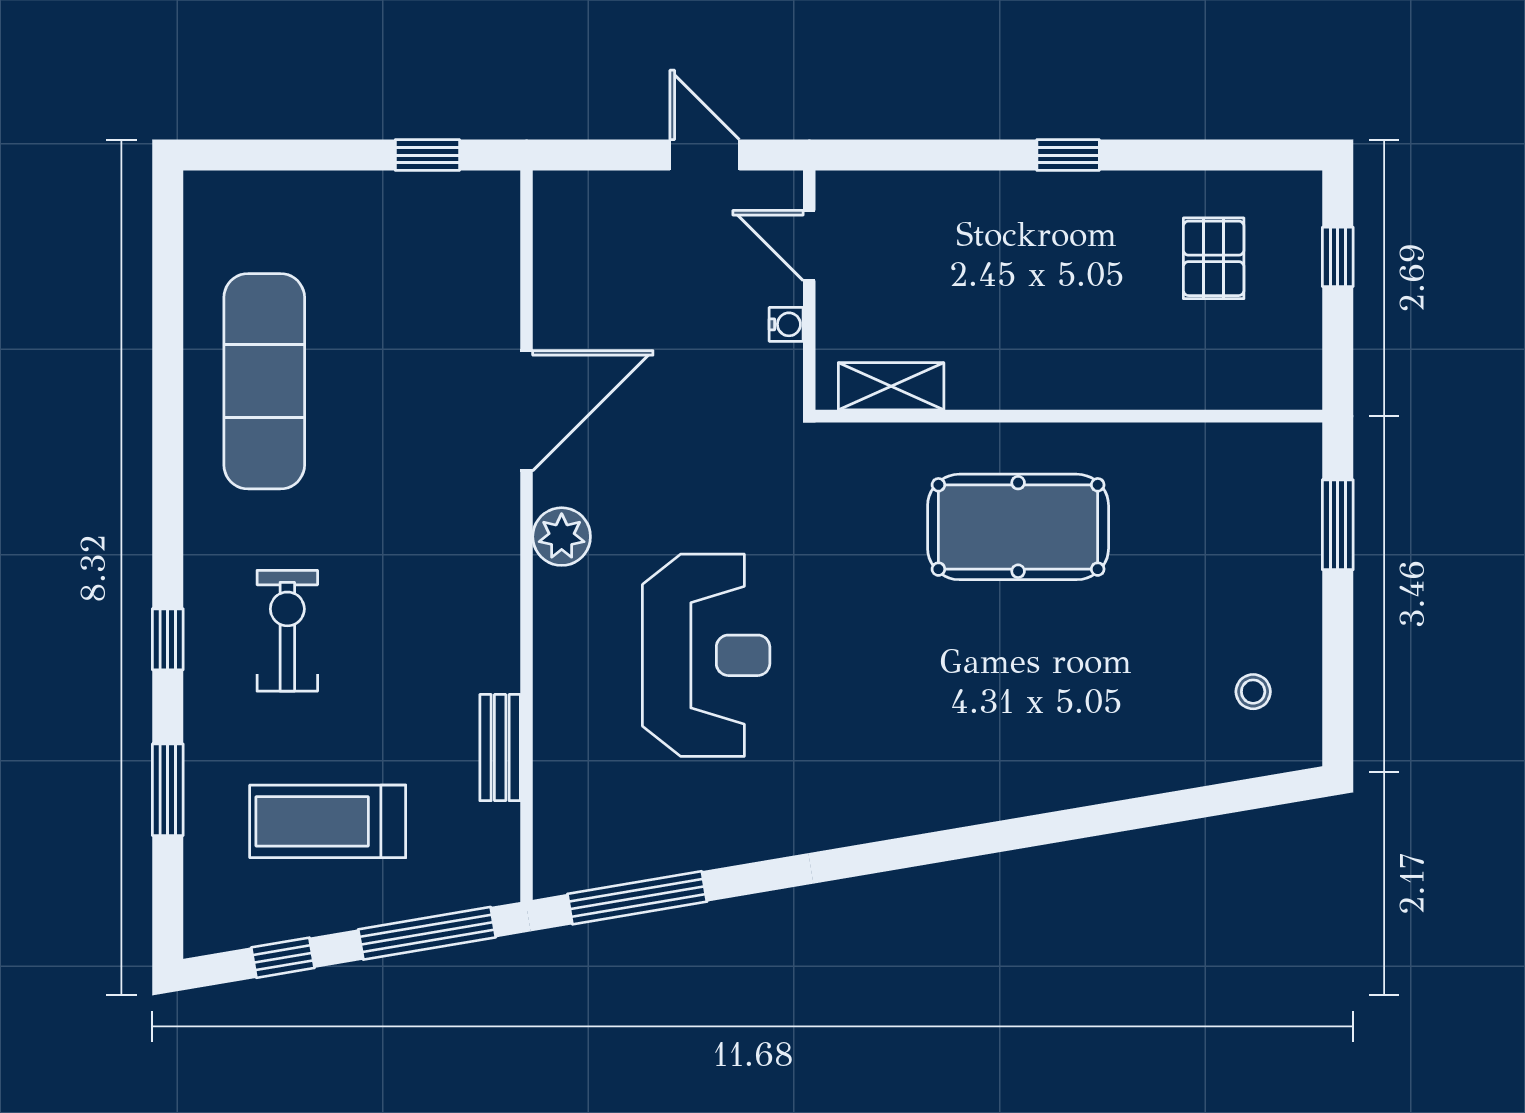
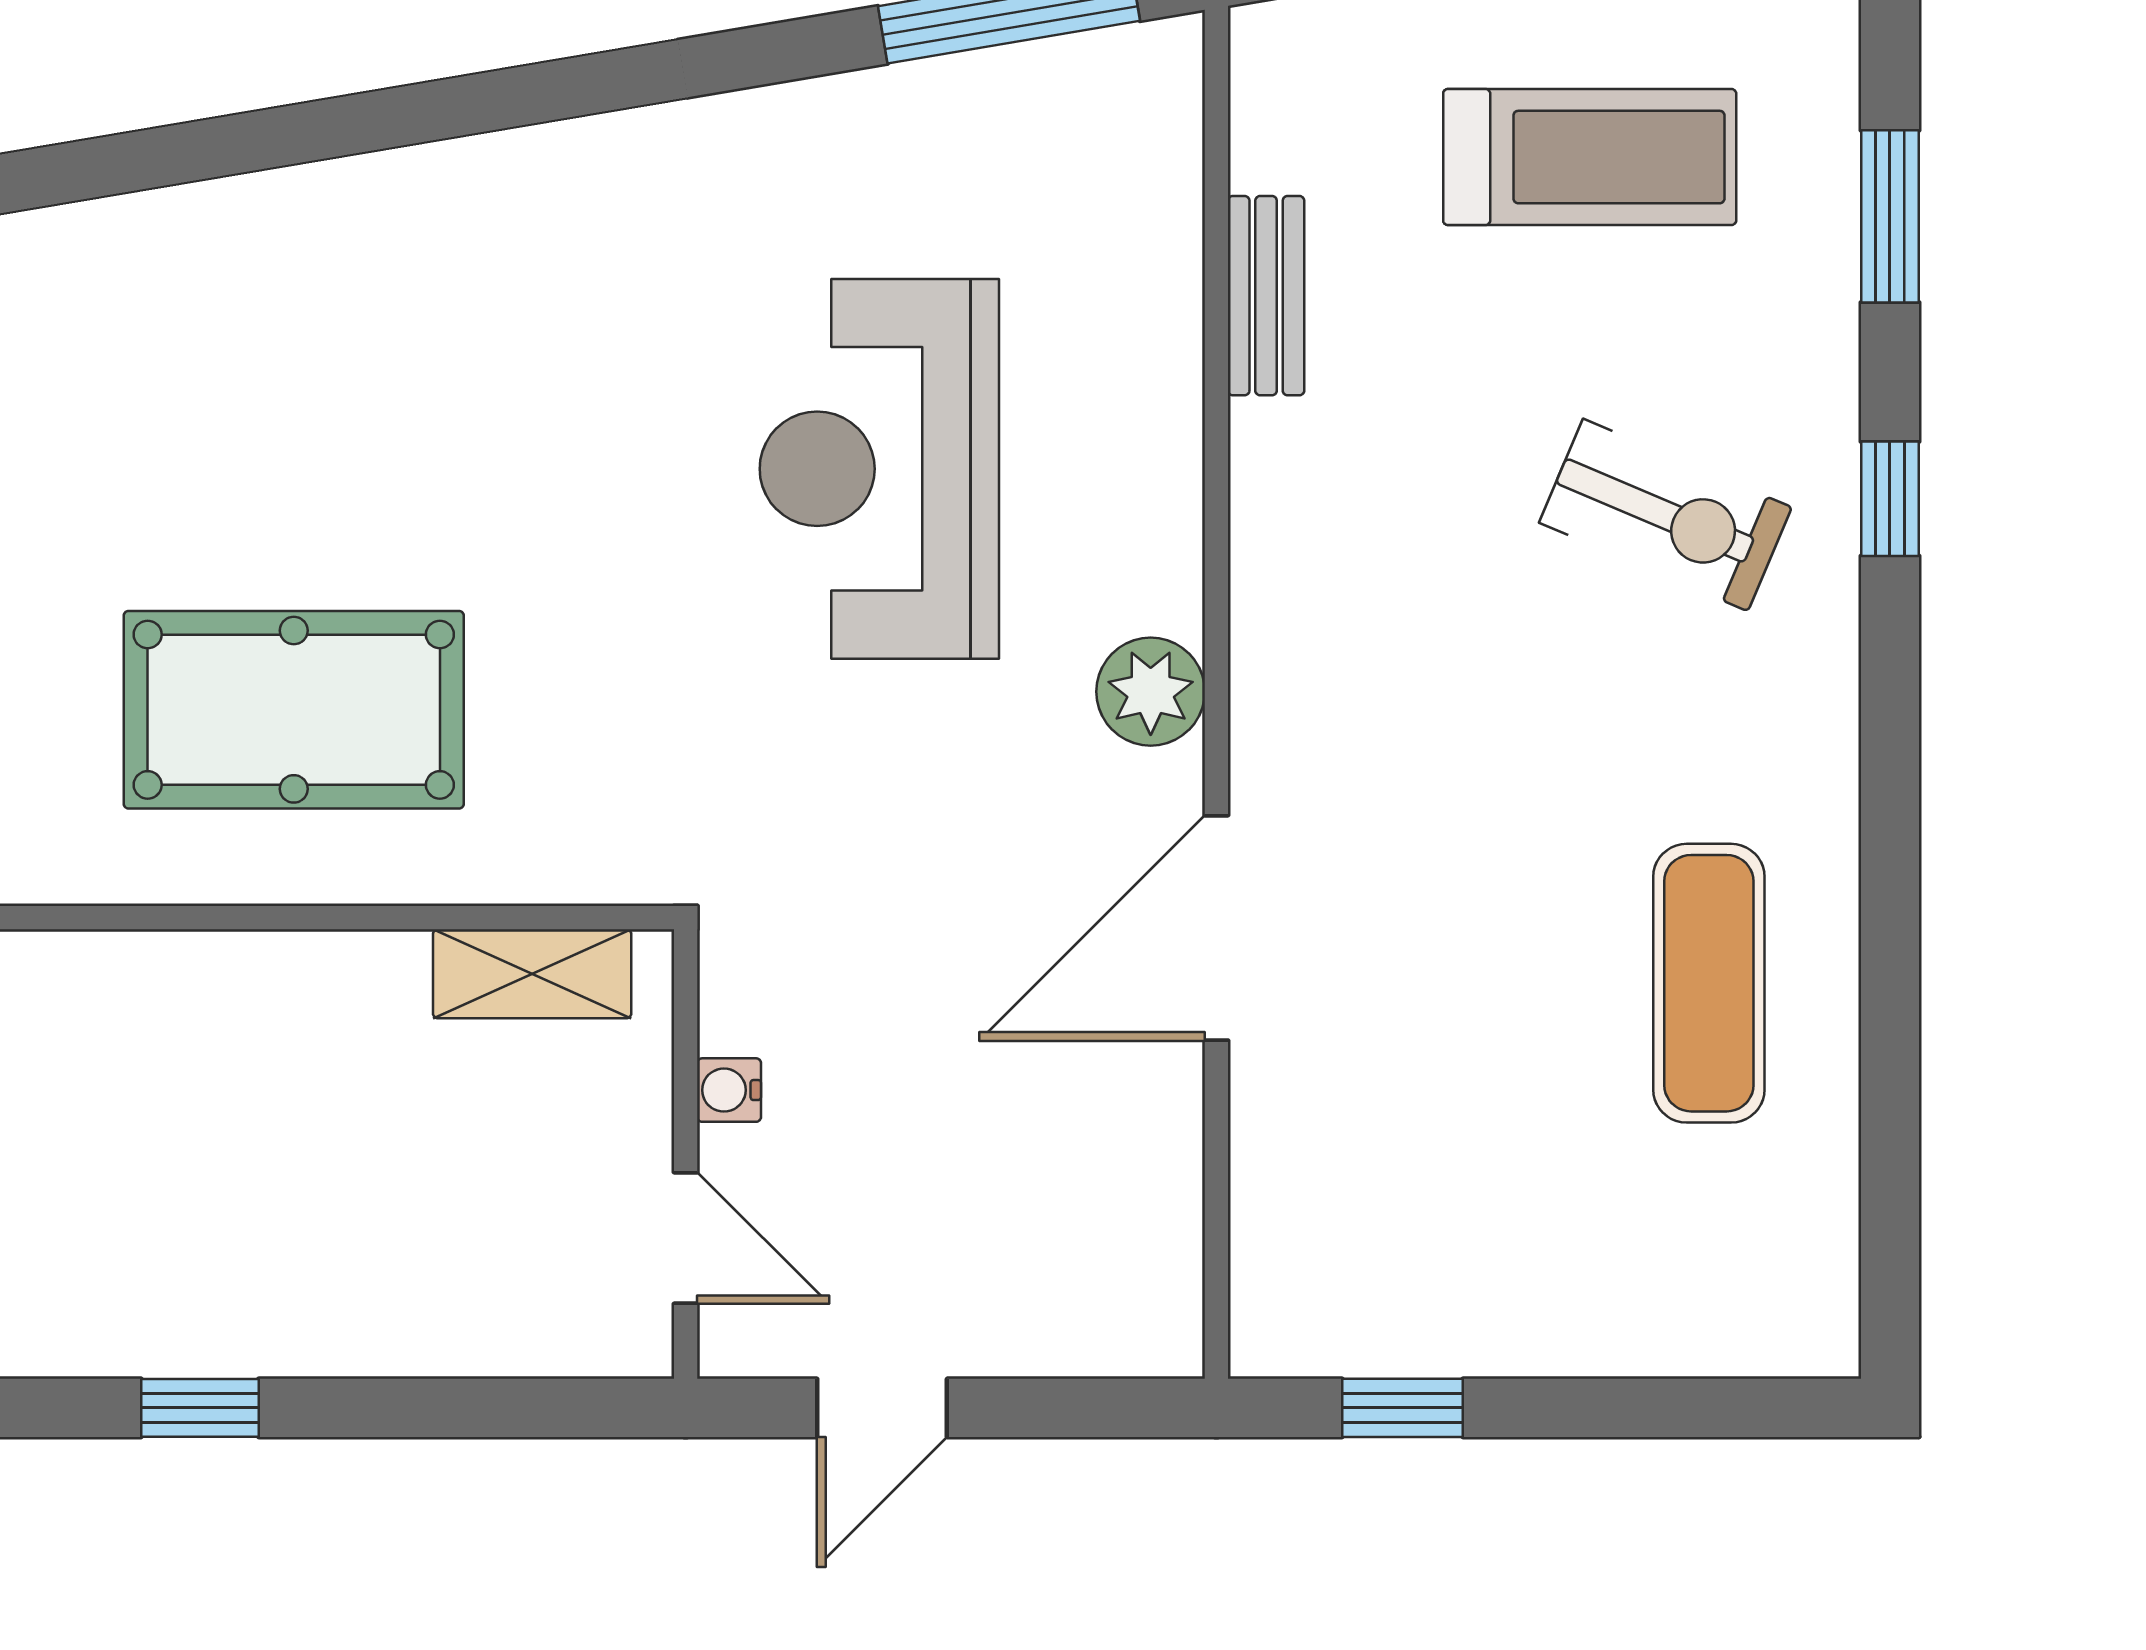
door: (705, 155) -> (882, 1408), hinge flipped
exercise mat: (264, 381) -> (1709, 983), width x0.73, depth x0.69
exercise bike: (287, 631) -> (1665, 515), turned -67

